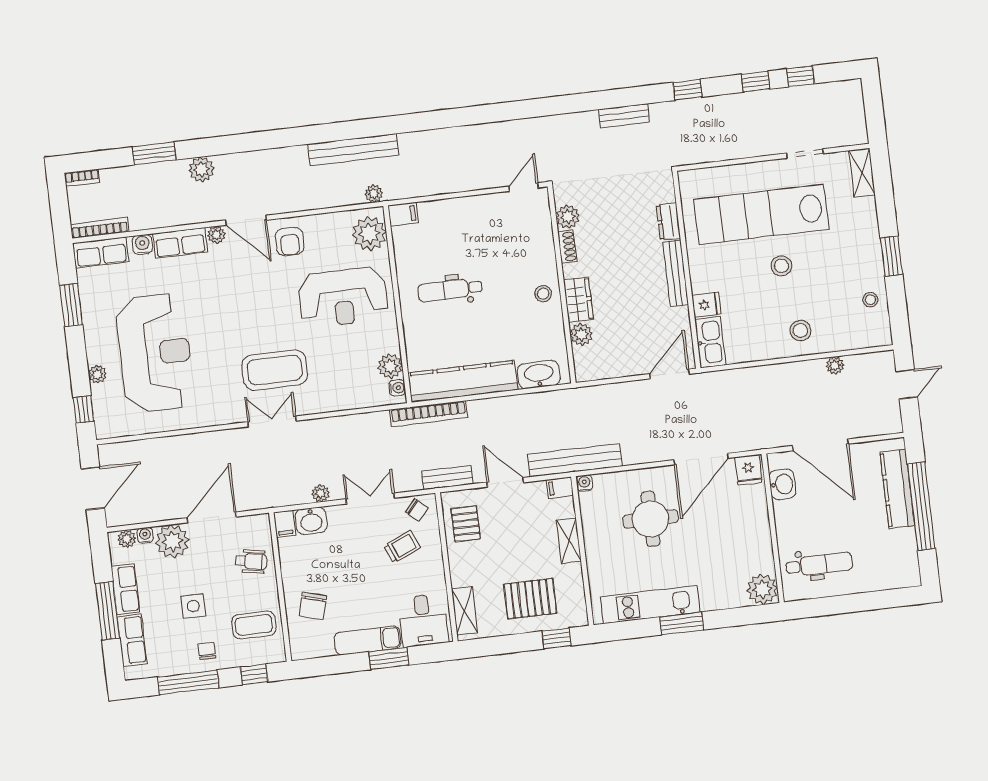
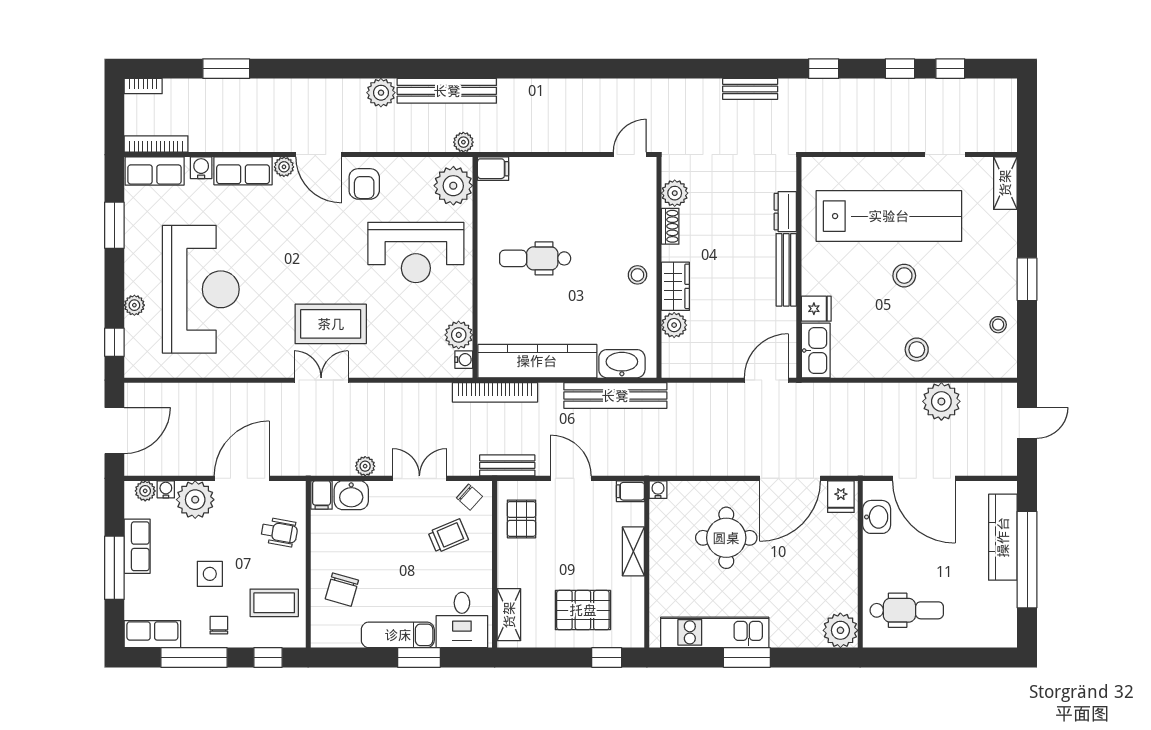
plant: (201, 169) -> (381, 93), moved
lab bench: (761, 214) -> (889, 216), turned 180
plant: (835, 366) -> (941, 401), width x1.88, depth x1.88
bench: (575, 460) -> (615, 396), moved
row of seats: (132, 640) -> (152, 634), moved, turned -90

